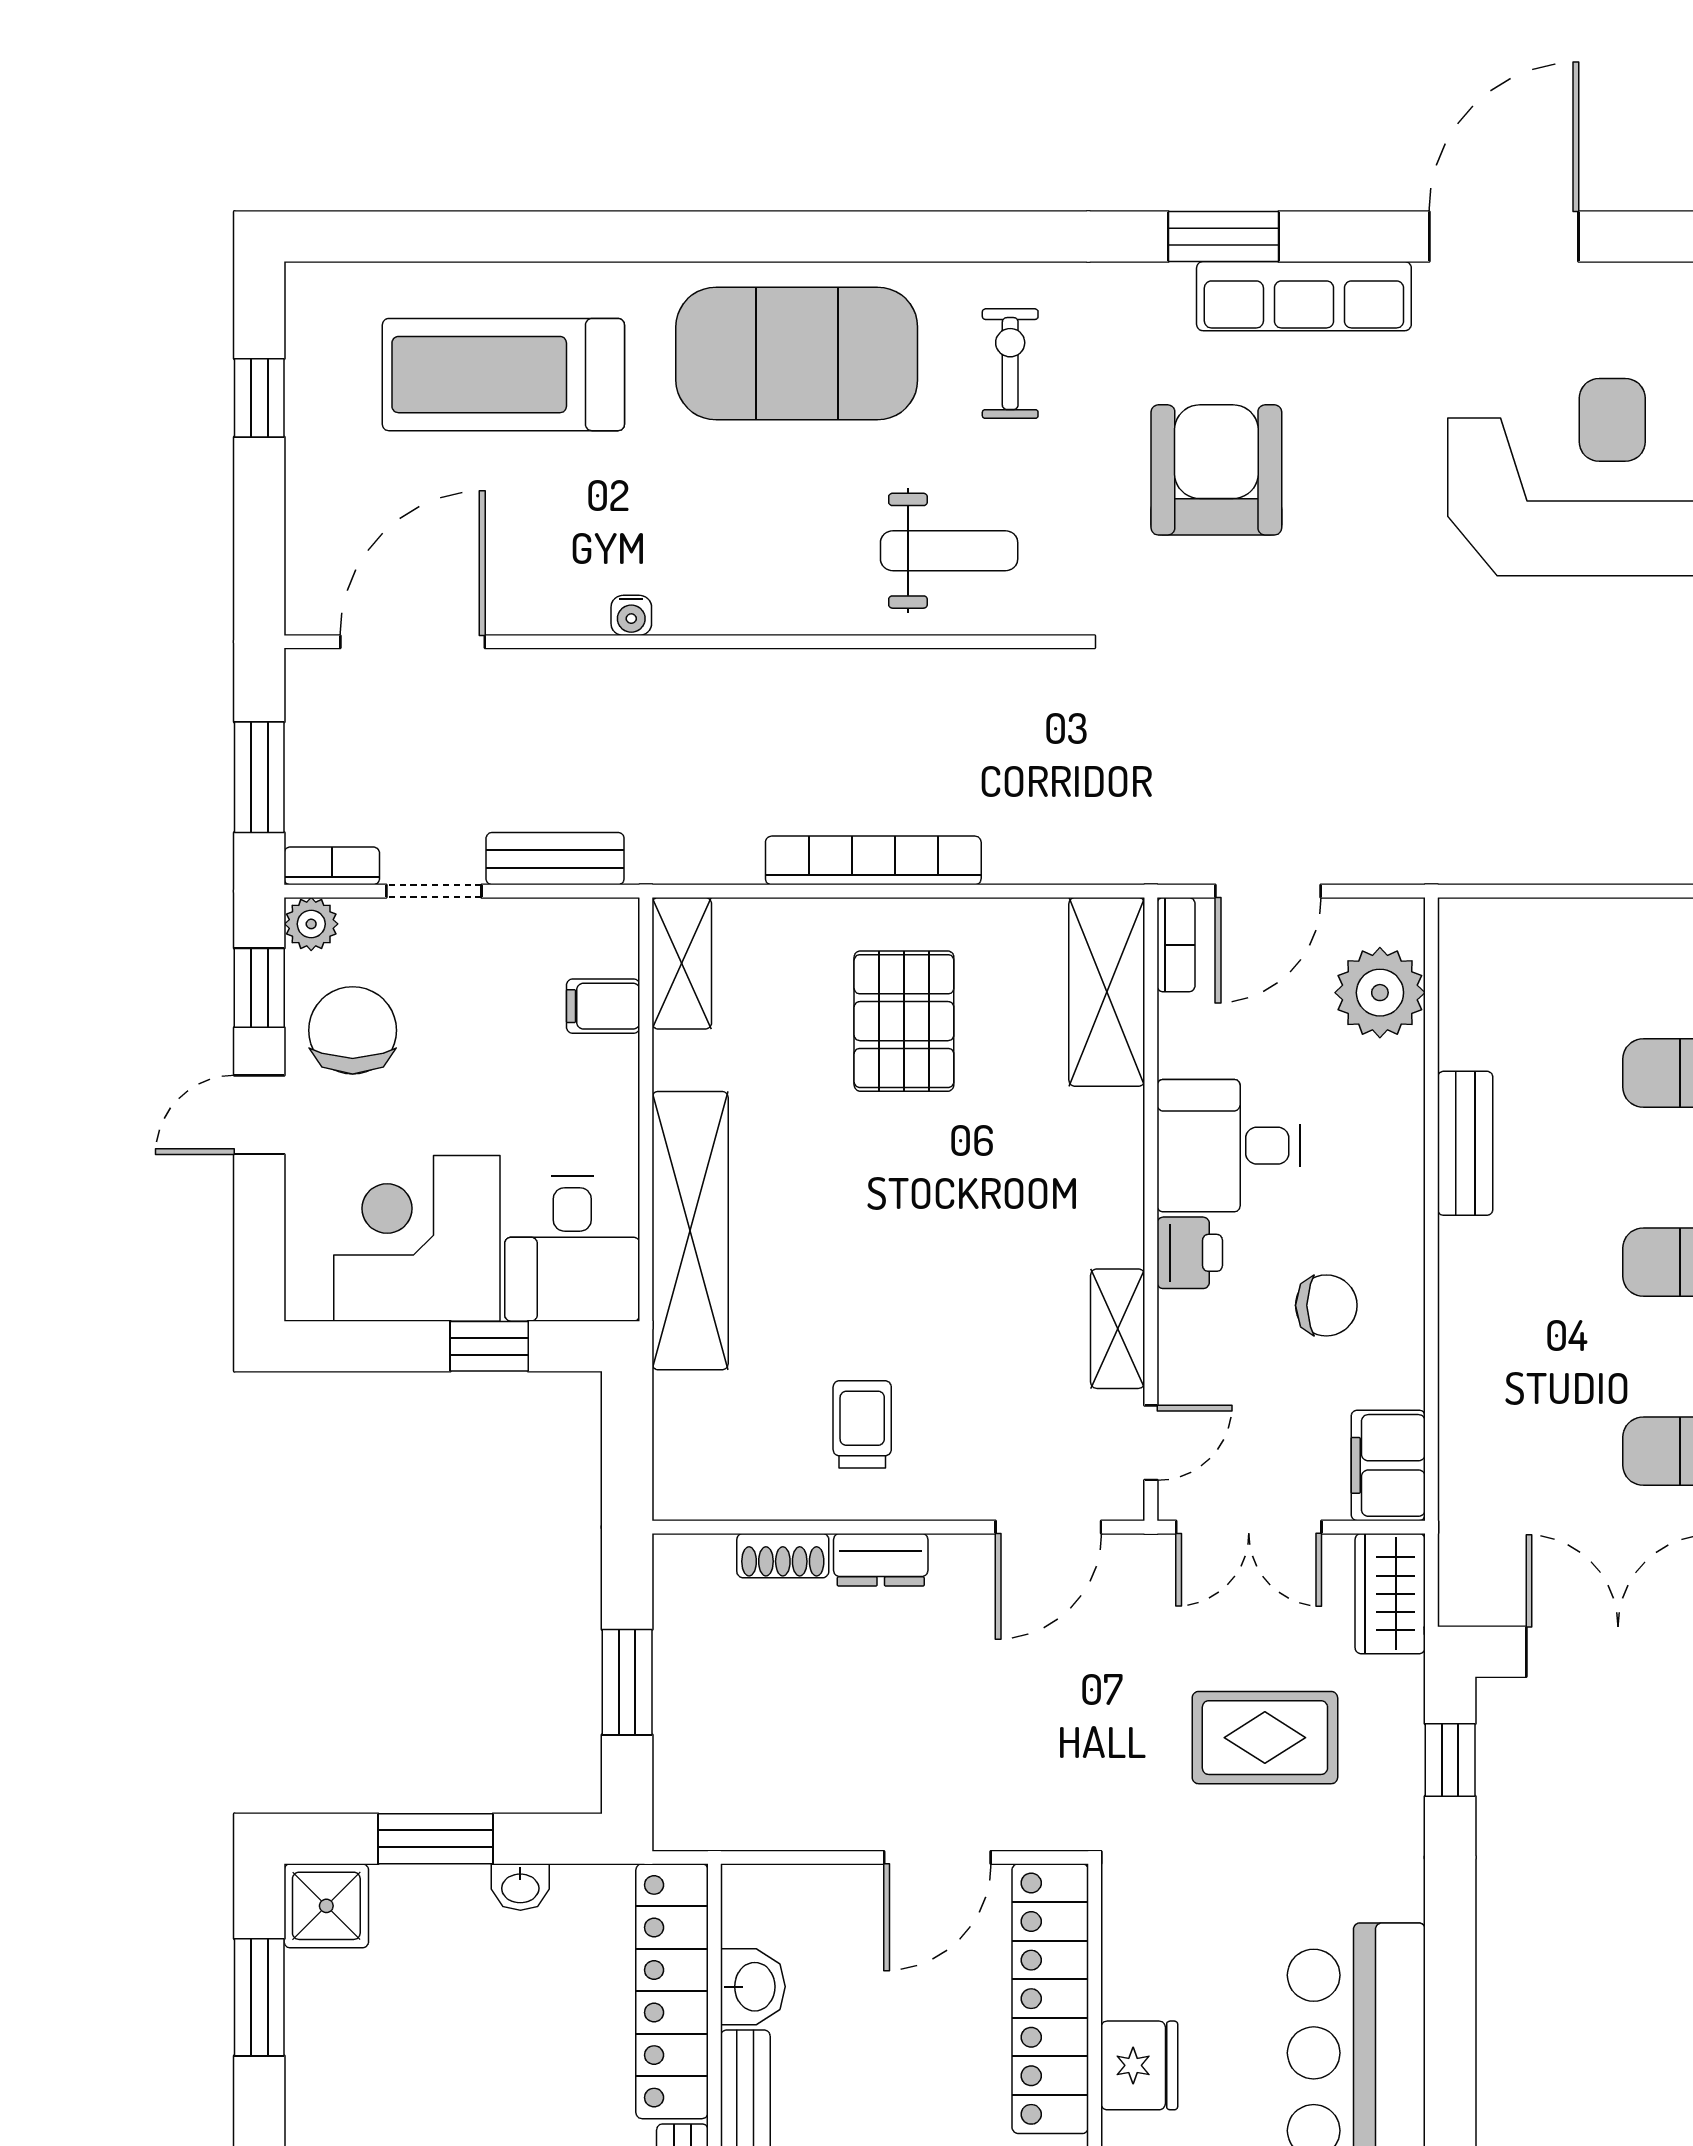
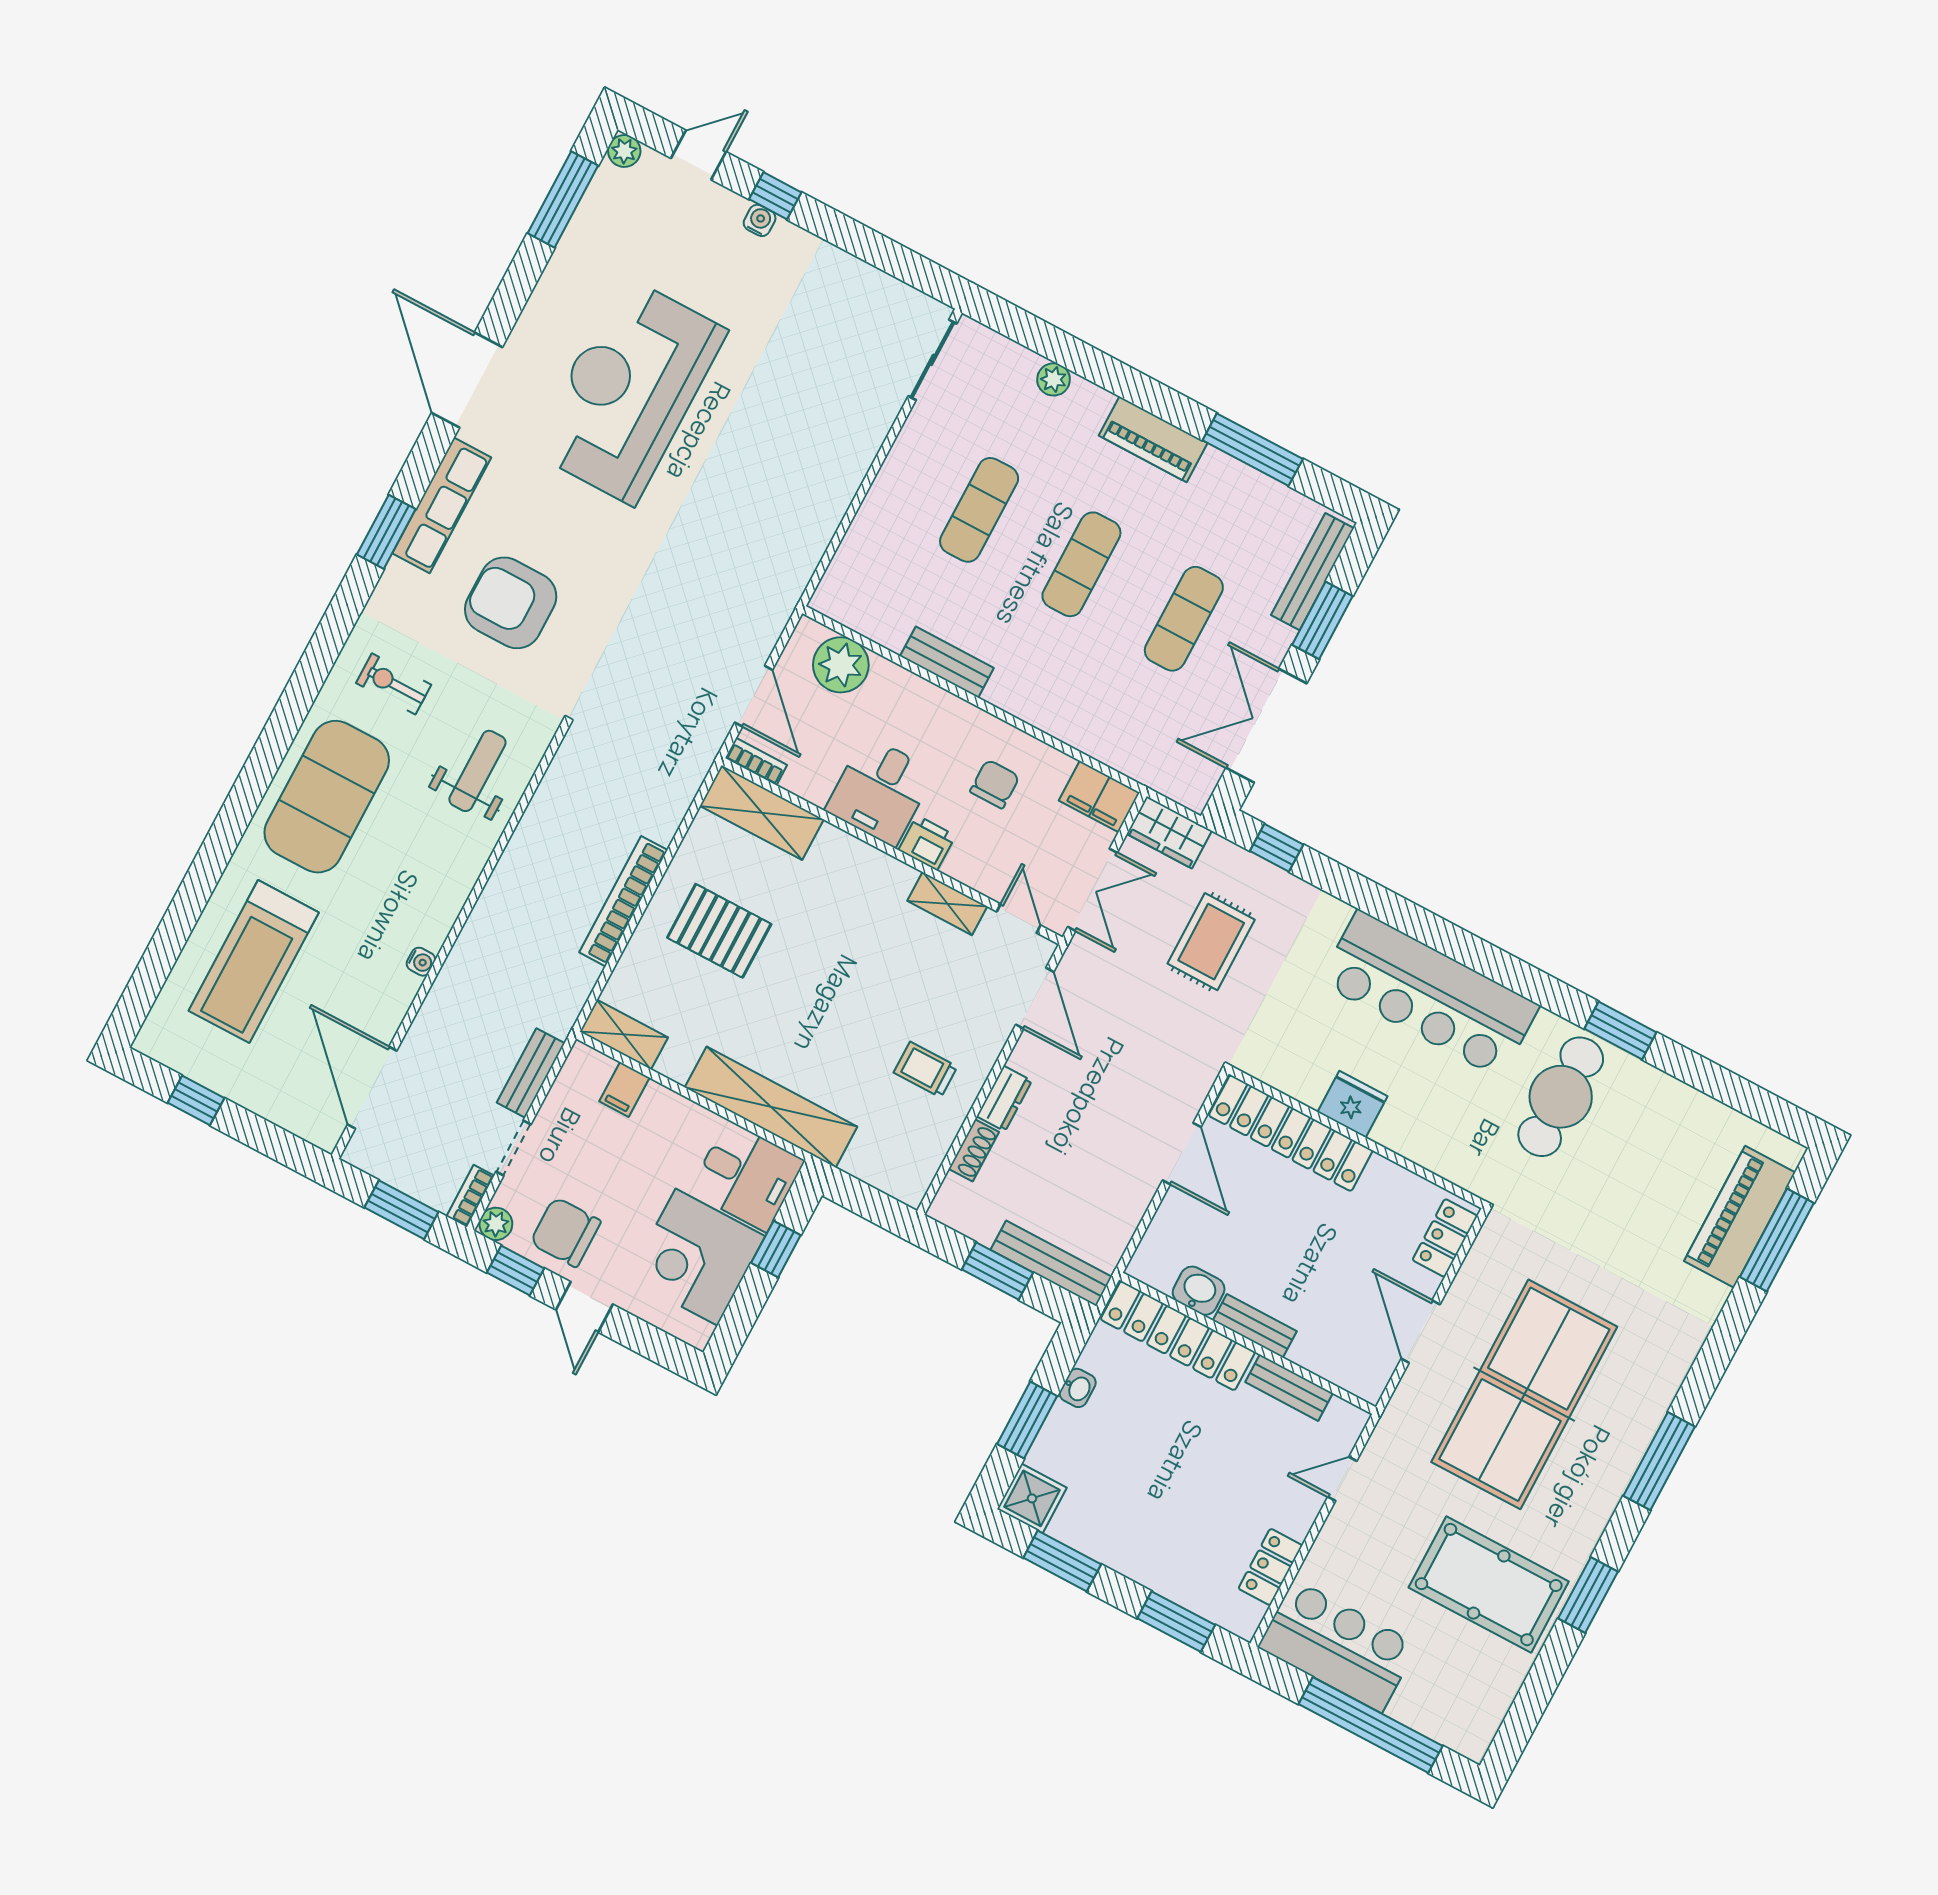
bench: (679, 1753) -> (1051, 1263), added

